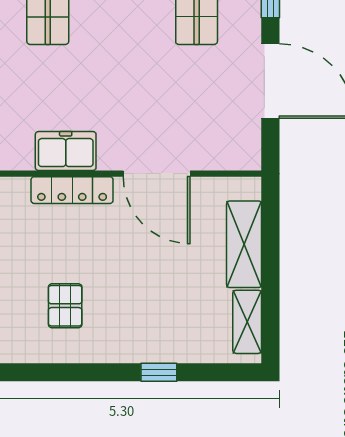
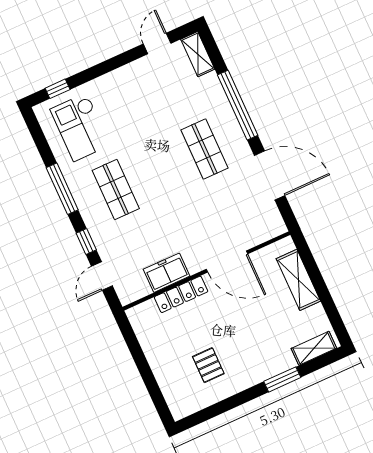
shelving: (247, 322) -> (314, 348), moved, turned 90
window: (159, 372) -> (282, 379), width x1.50

